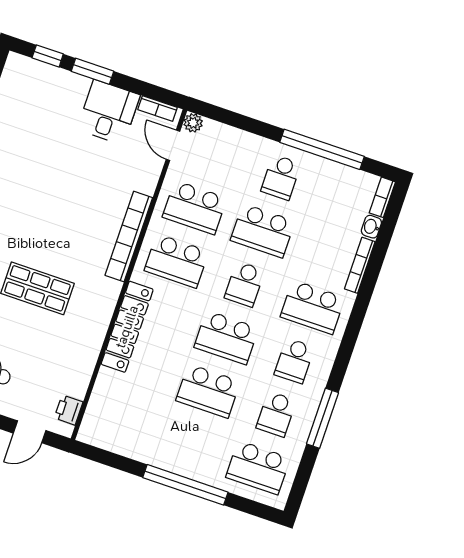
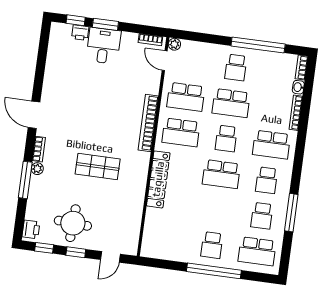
desk: (109, 112) -> (103, 46), moved
school desk: (208, 391) -> (212, 245), moved, width x0.54
printer: (69, 410) -> (80, 33), moved, turned -90

